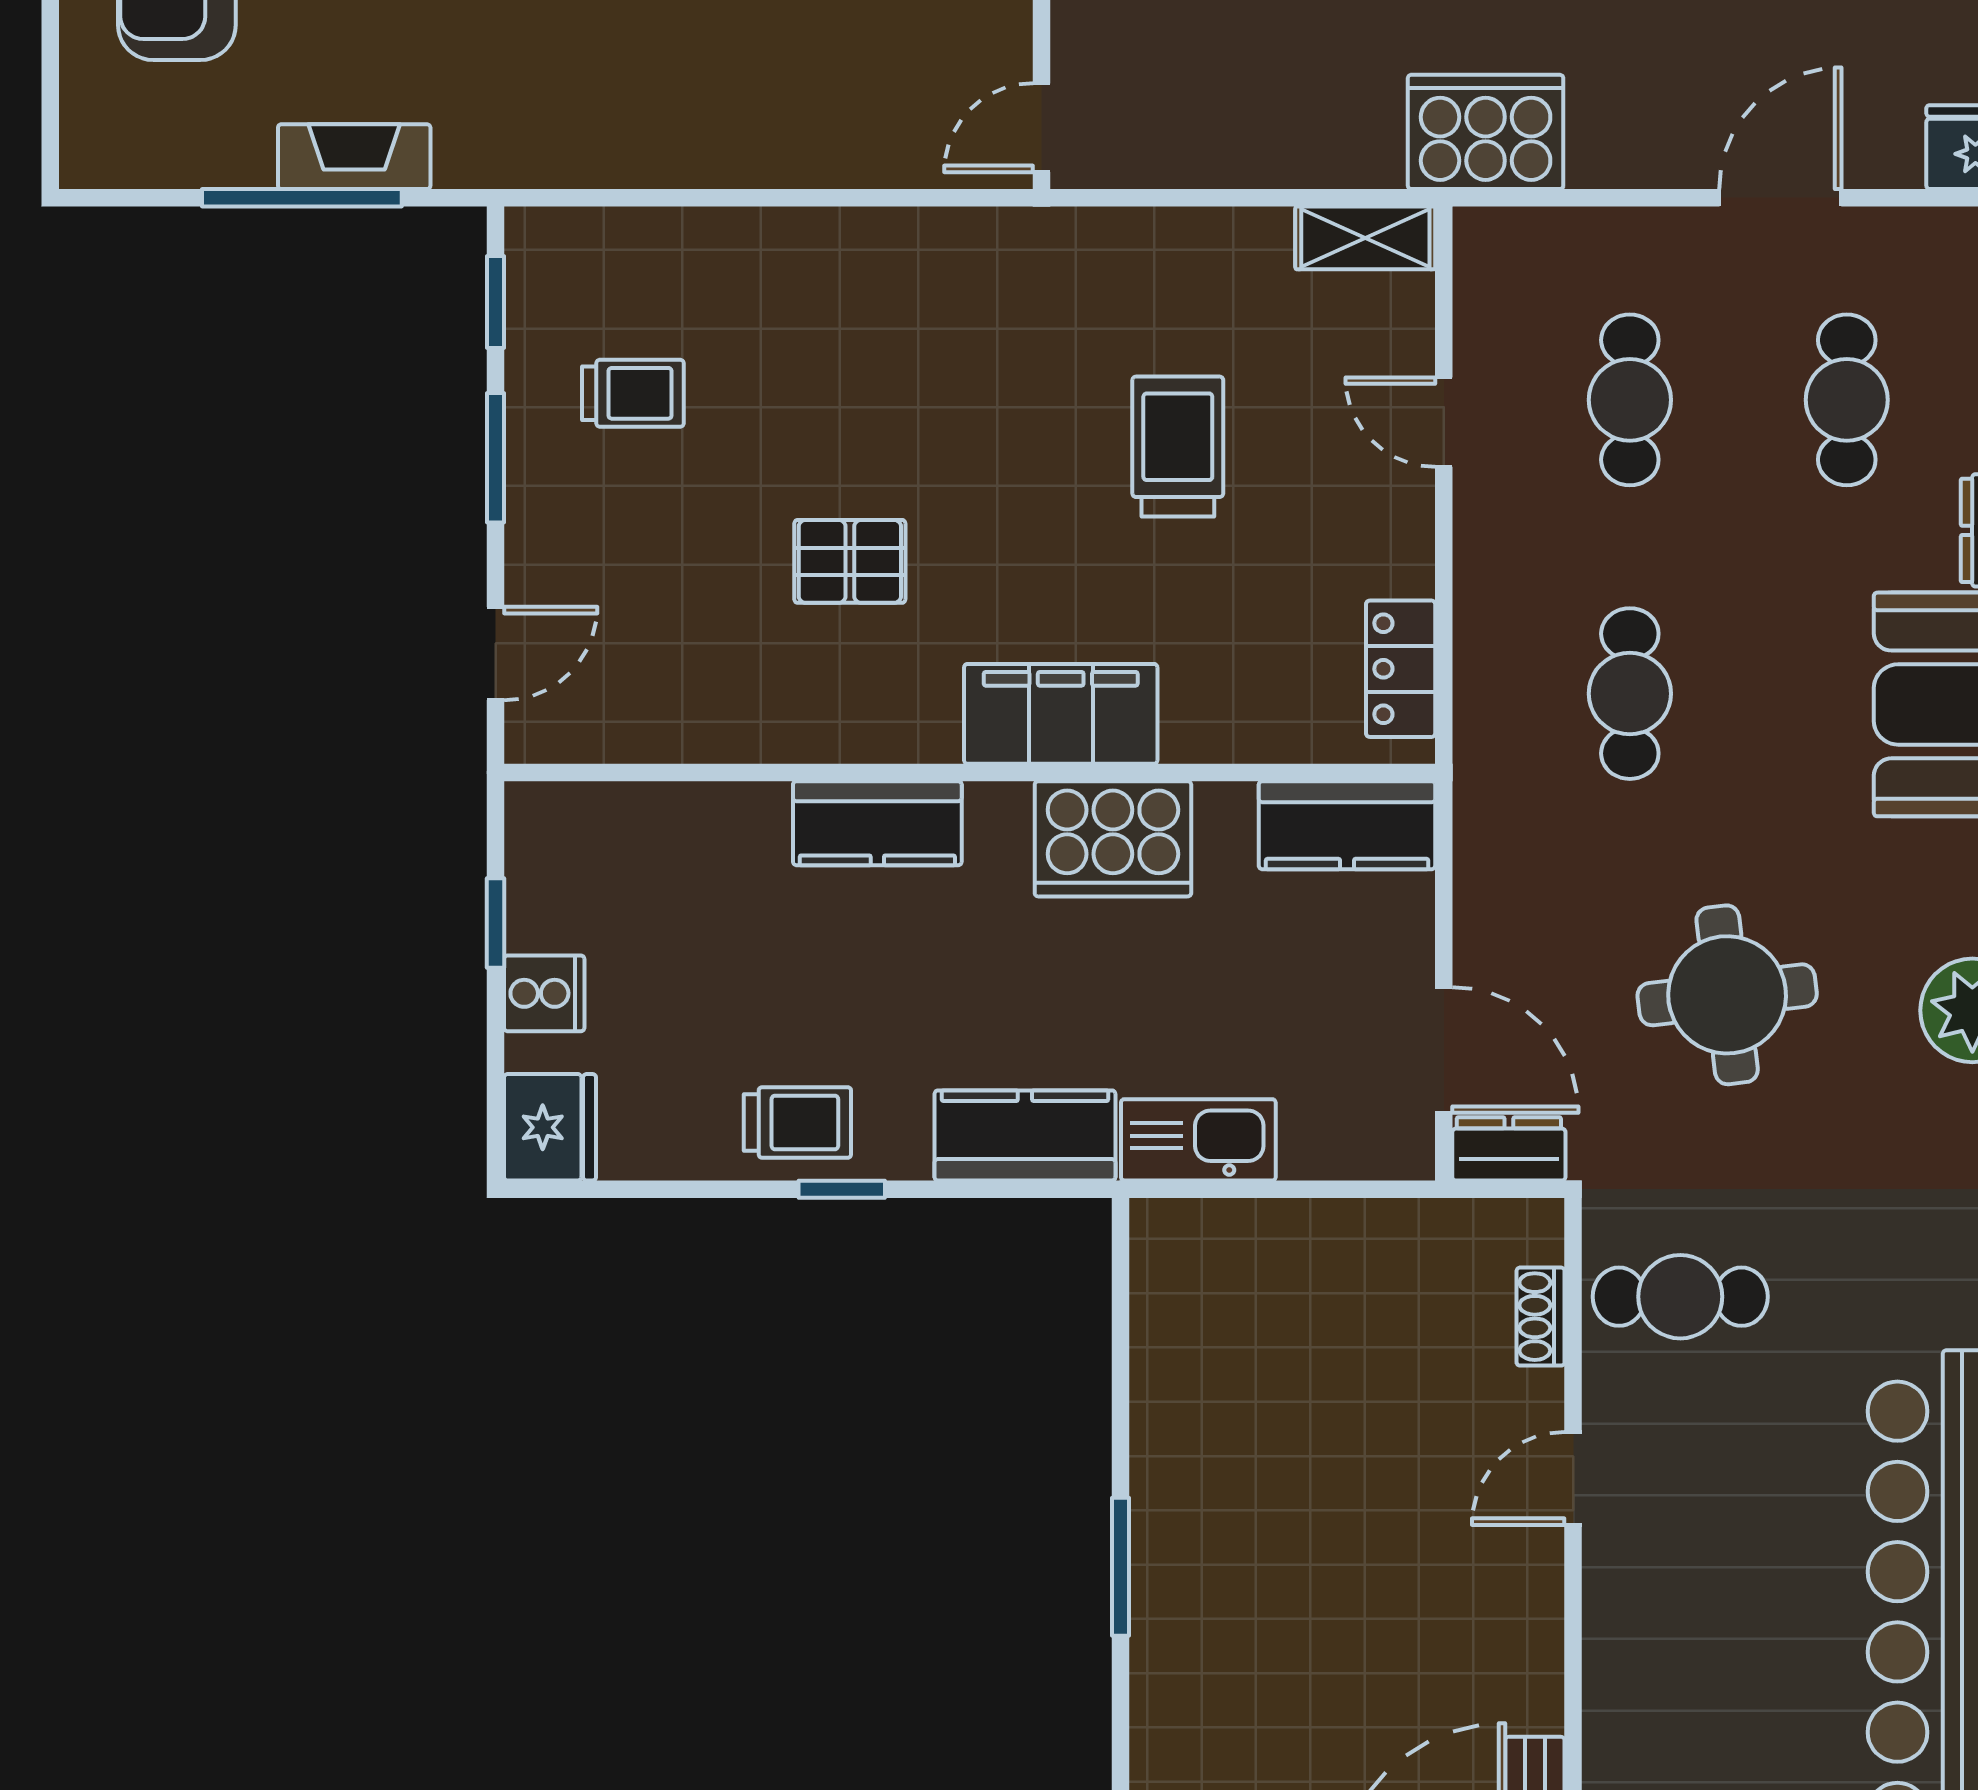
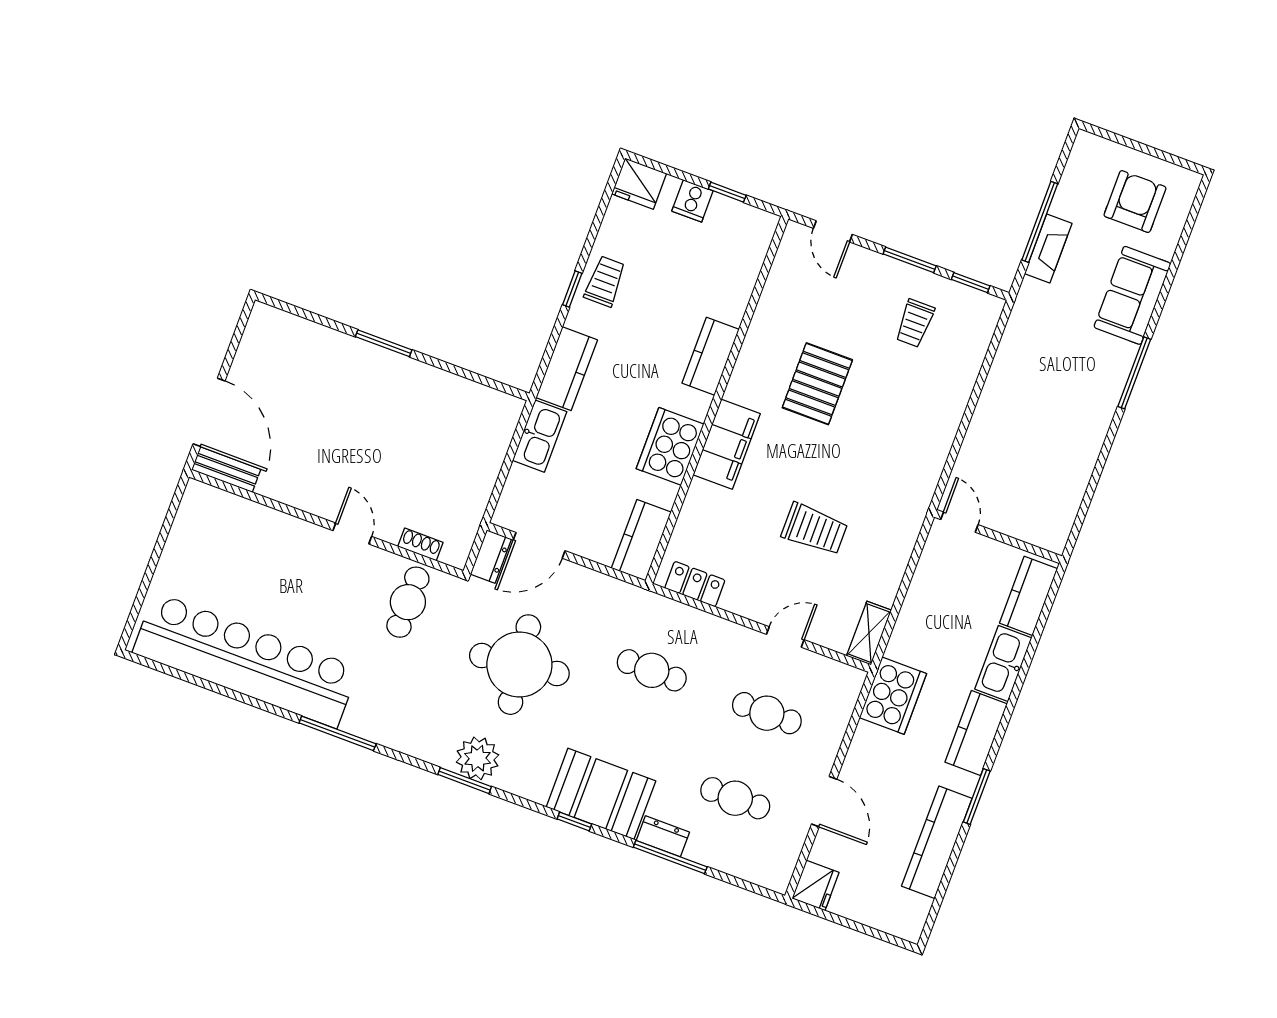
pallet: (850, 561) -> (817, 384), width x1.50, depth x1.42
round table: (1727, 995) -> (519, 665), width x1.36, depth x1.36
trolley: (797, 1122) -> (605, 281), turned 180

